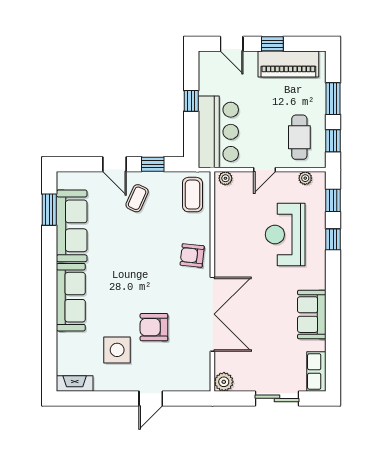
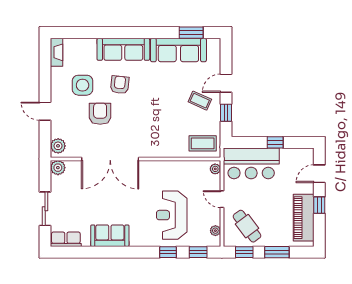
cafe table: (299, 137) -> (247, 226), turned 53
reception desk: (285, 235) -> (172, 215), turned -90
armchair: (192, 255) -> (120, 85), moved
plant: (196, 382) -> (58, 146), added

